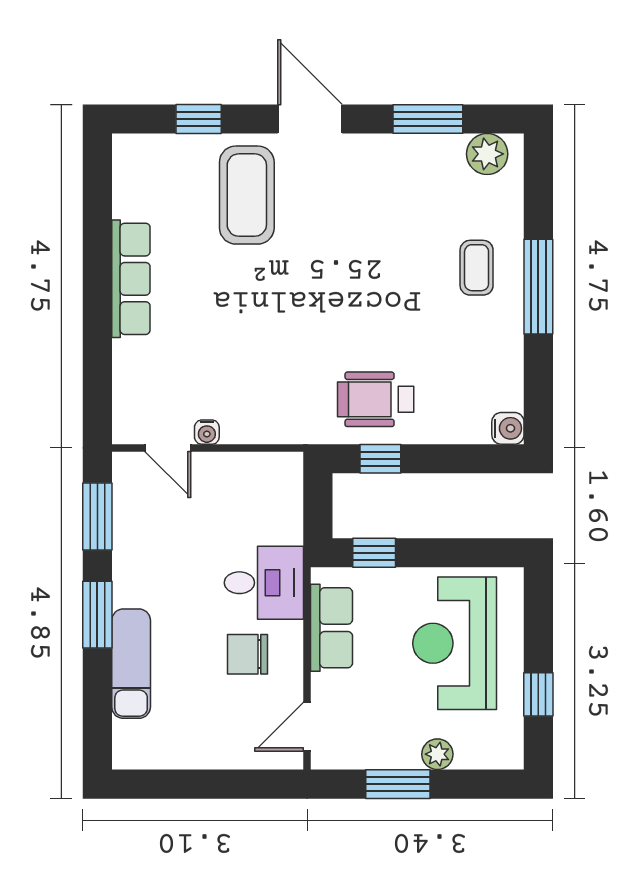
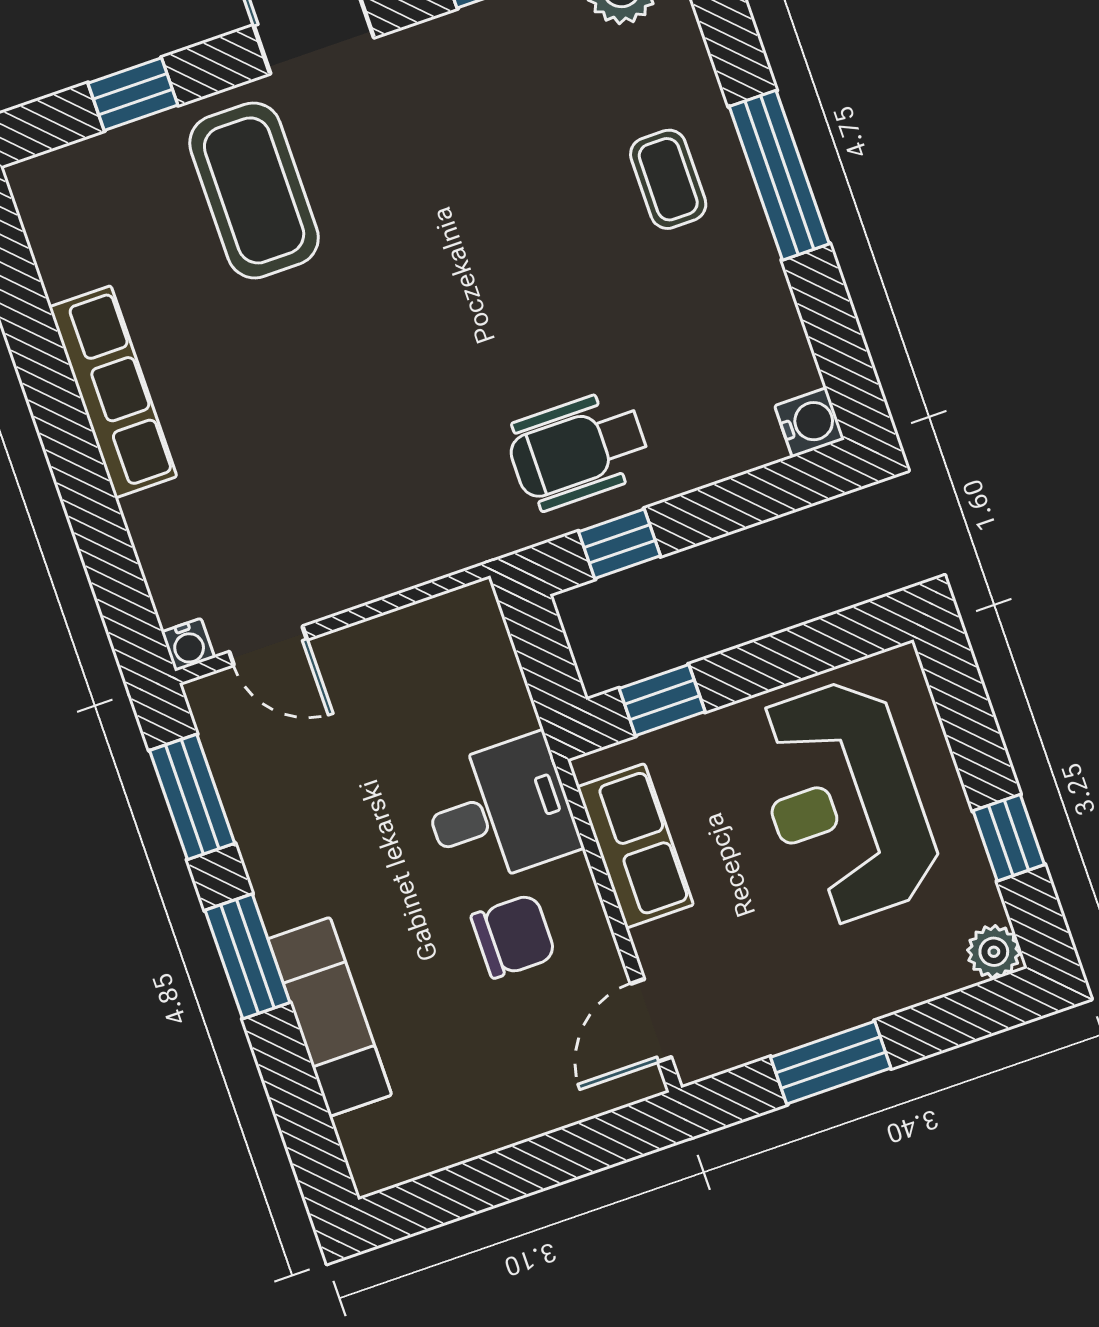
water cooler: (207, 432) -> (188, 645), moved
chair: (247, 654) -> (513, 936), turned 180
plant: (437, 754) -> (994, 952), moved

